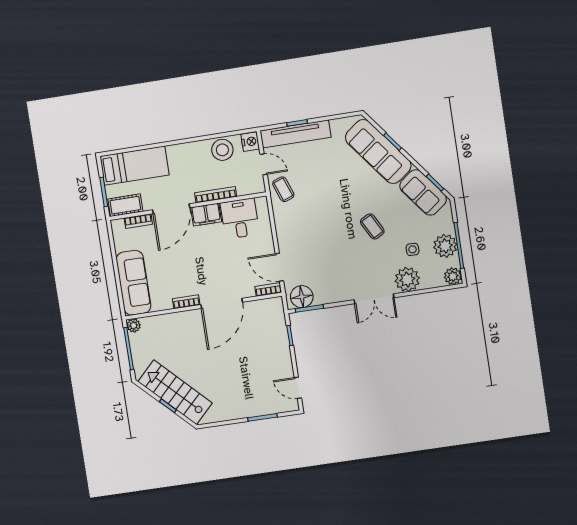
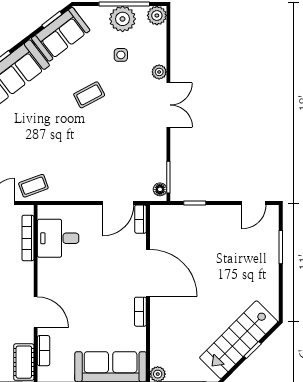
bookcase: (216, 195) -> (28, 238), moved
door: (171, 209) -> (36, 312), width x0.73
filing cabinet: (206, 215) -> (48, 275), removed
plant: (407, 279) -> (159, 72), width x0.53, depth x0.53
floor lamp: (302, 297) -> (160, 189), width x0.53, depth x0.53

